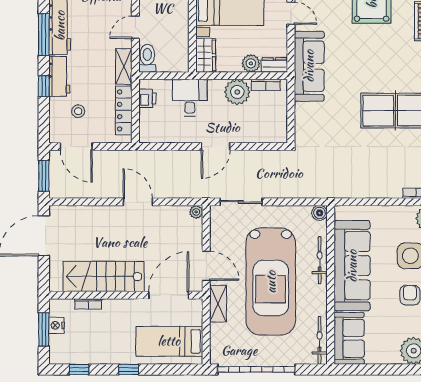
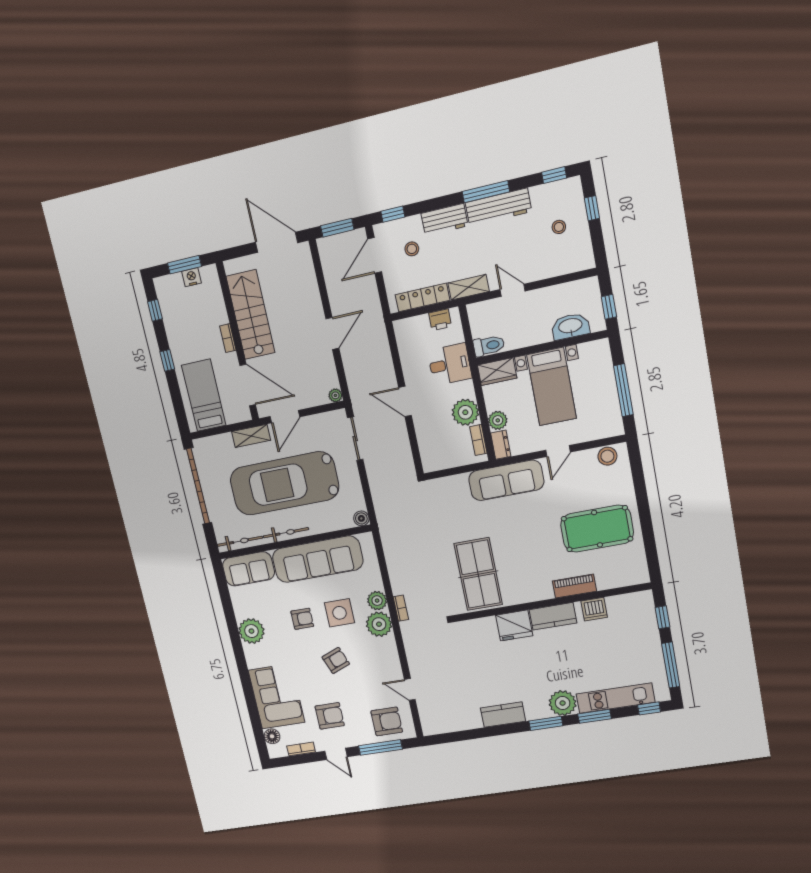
toilet: (147, 58) -> (489, 346), moved
window: (44, 86) -> (393, 214), moved
plant: (404, 215) -> (377, 601), added
bicycle: (320, 260) -> (286, 533), moved
bookcase: (88, 304) -> (228, 338), moved

